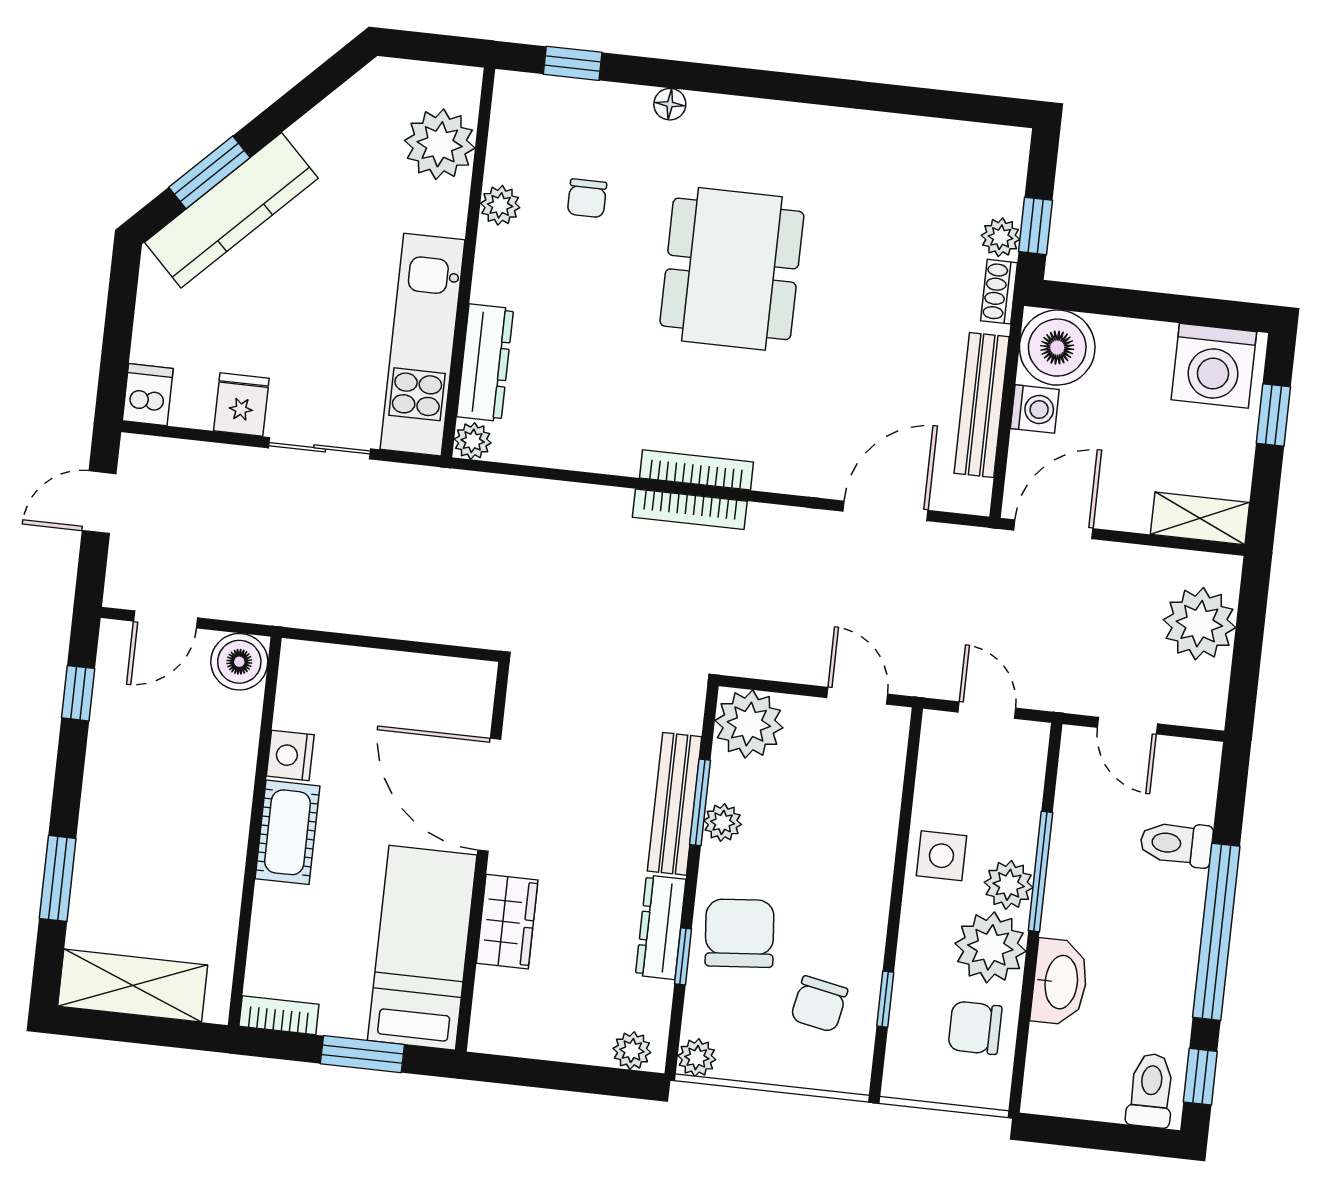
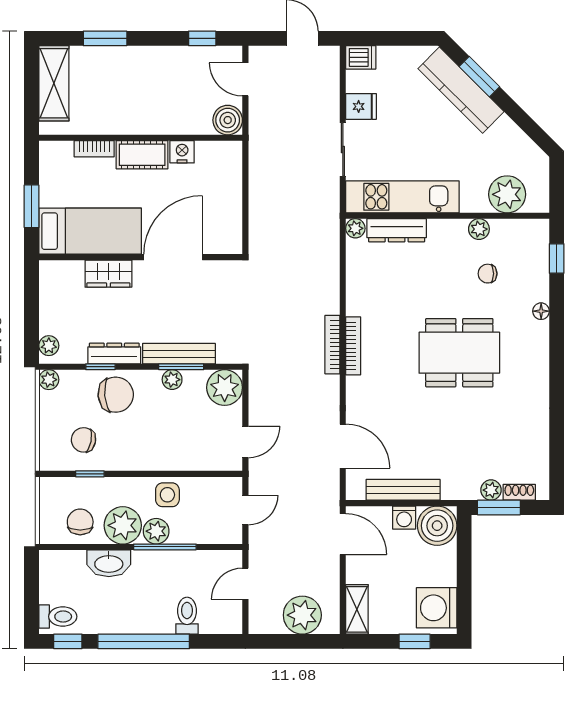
window: (1036, 226) -> (499, 507), width x1.50
shoe rack: (999, 292) -> (519, 492), moved
bookcase: (279, 1015) -> (94, 149), moved, turned 90

